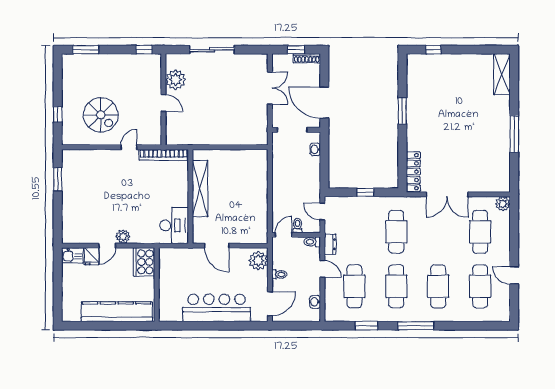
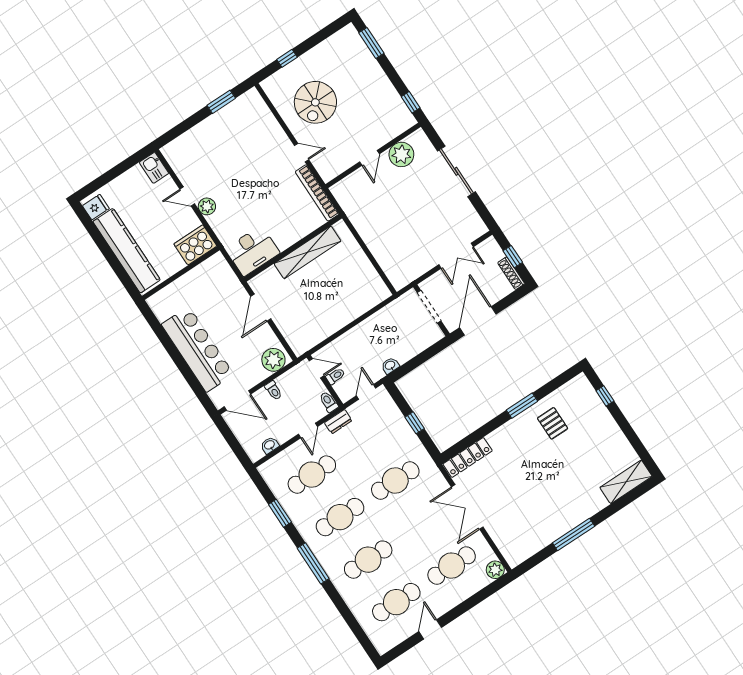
pallet: (428, 98) -> (553, 423), added
washbasin: (315, 149) -> (390, 366), moved
fridge: (91, 256) -> (96, 207), moved, turned 180

